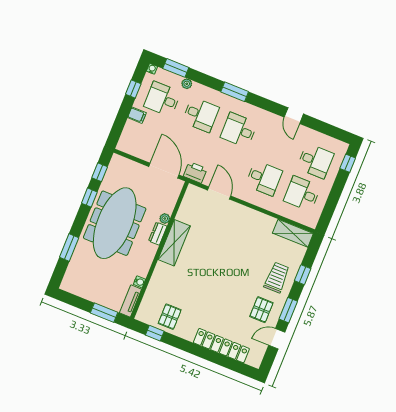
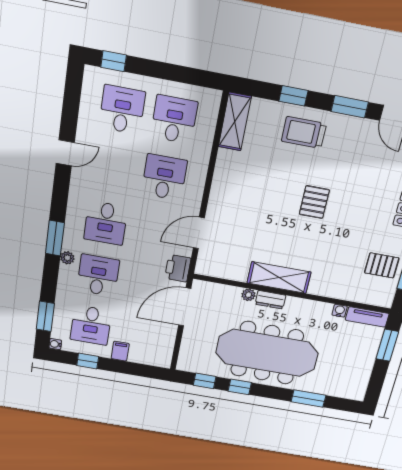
plant: (187, 84) -> (67, 258), moved
desk: (302, 194) -> (174, 119), turned 180
pallet: (261, 310) -> (314, 202), moved, turned 90

